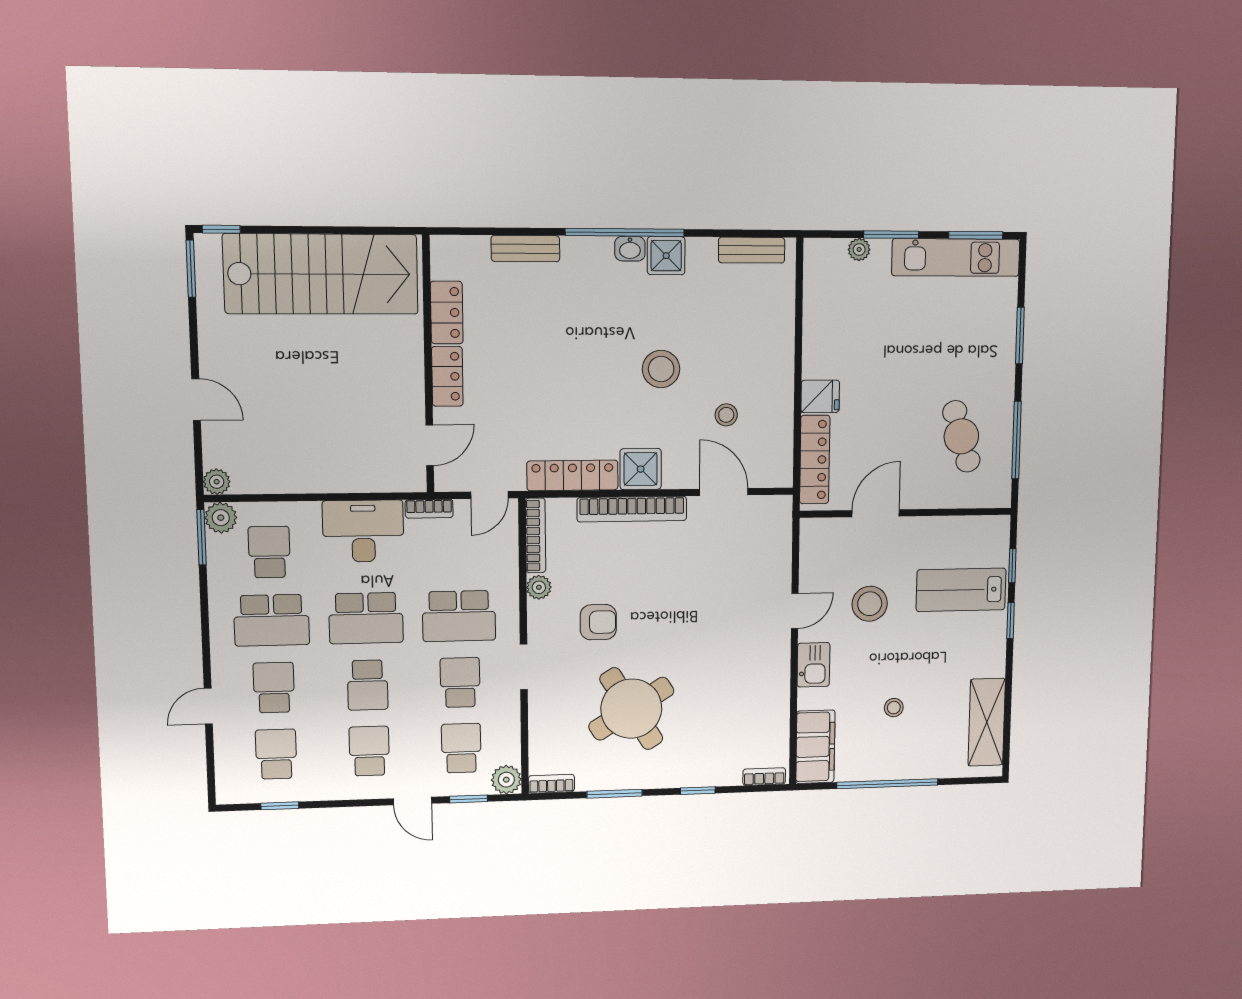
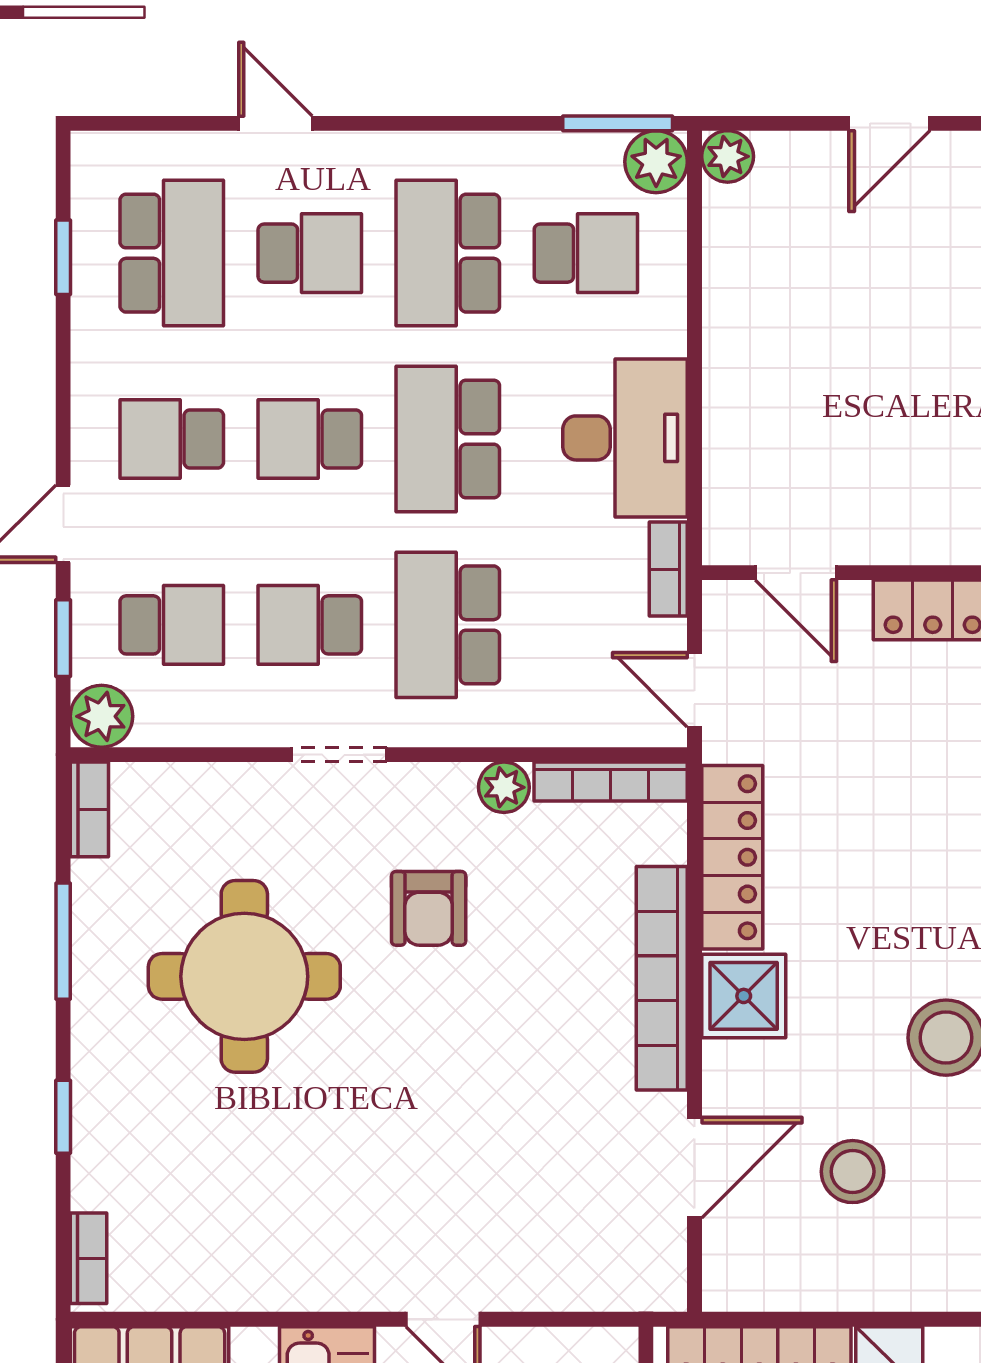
stool: (726, 415) -> (853, 1172), width x1.37, depth x1.37
school desk: (460, 682) -> (310, 625), turned 180
round table: (631, 709) -> (244, 976), turned 32
school desk: (369, 751) -> (172, 439), turned 180
school desk: (276, 754) -> (172, 253), width x1.85

